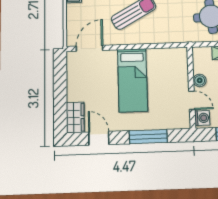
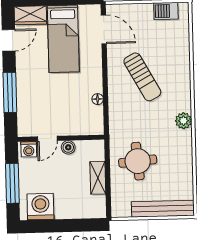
floor lamp: (154, 53) -> (98, 99), added
bed: (132, 80) -> (63, 39), moved, turned -90

